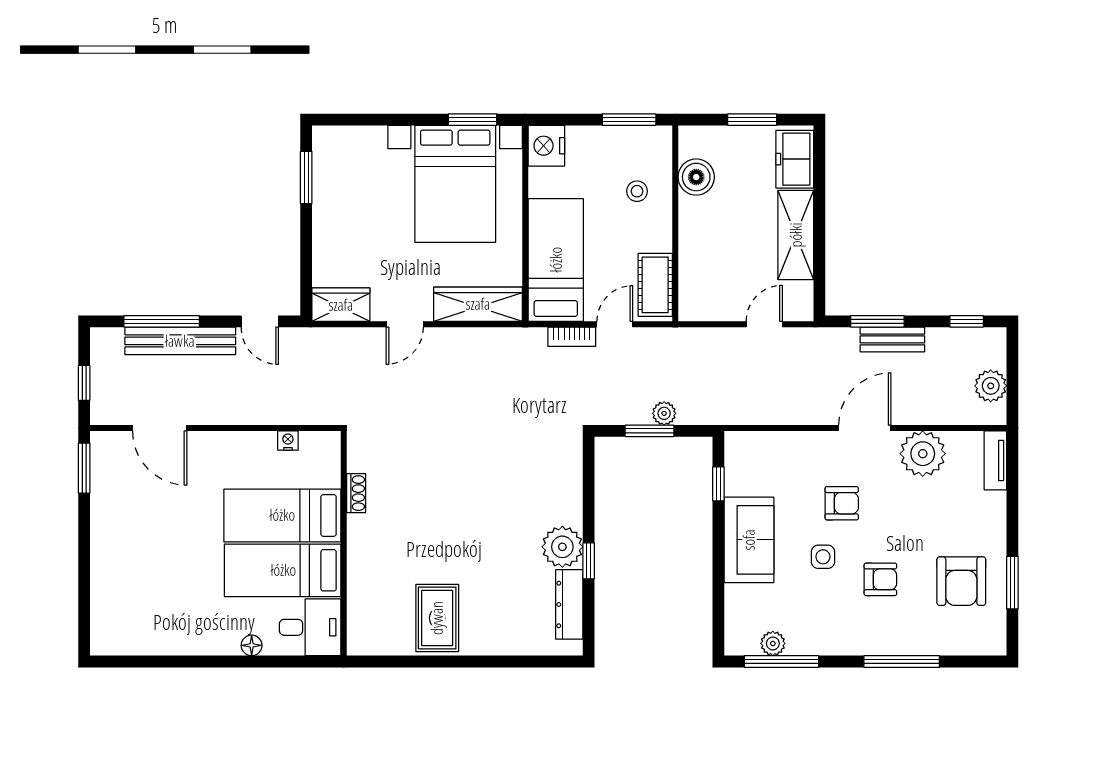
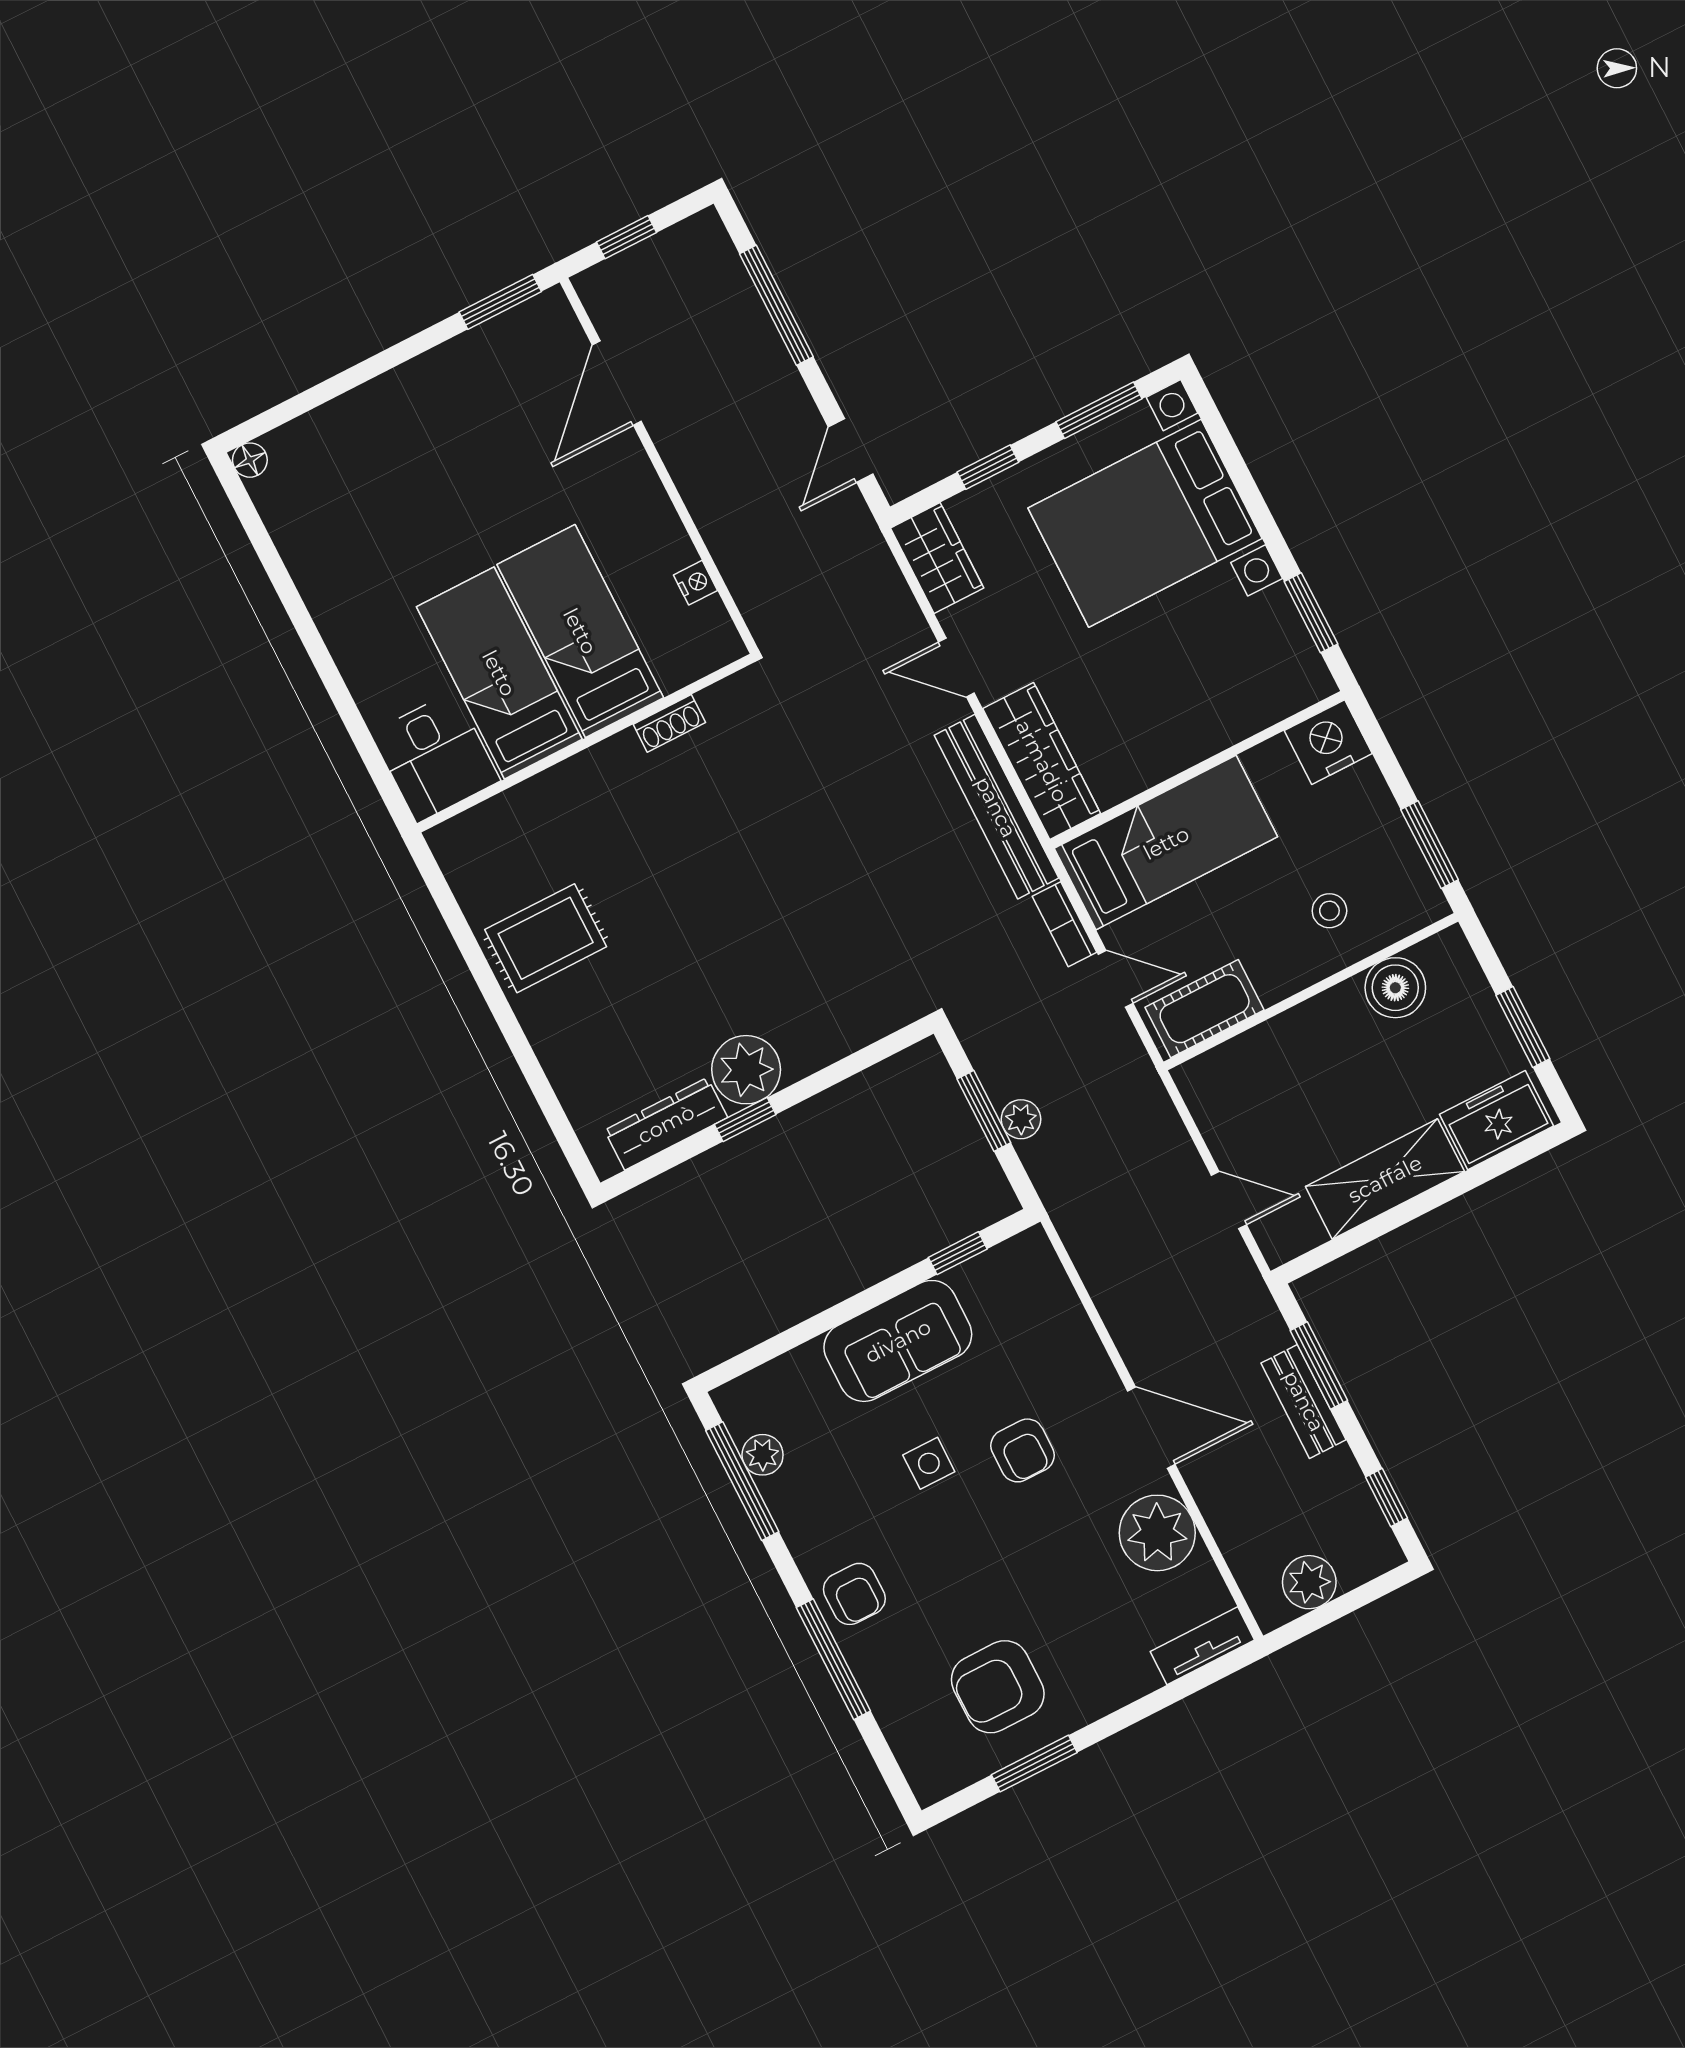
bed with nightstands: (455, 184) -> (1145, 523), moved
window: (306, 252) -> (988, 467), added
bench: (180, 341) -> (996, 807), moved
armchair: (880, 579) -> (854, 1594), moved
floor lamp: (252, 645) -> (250, 460), moved

